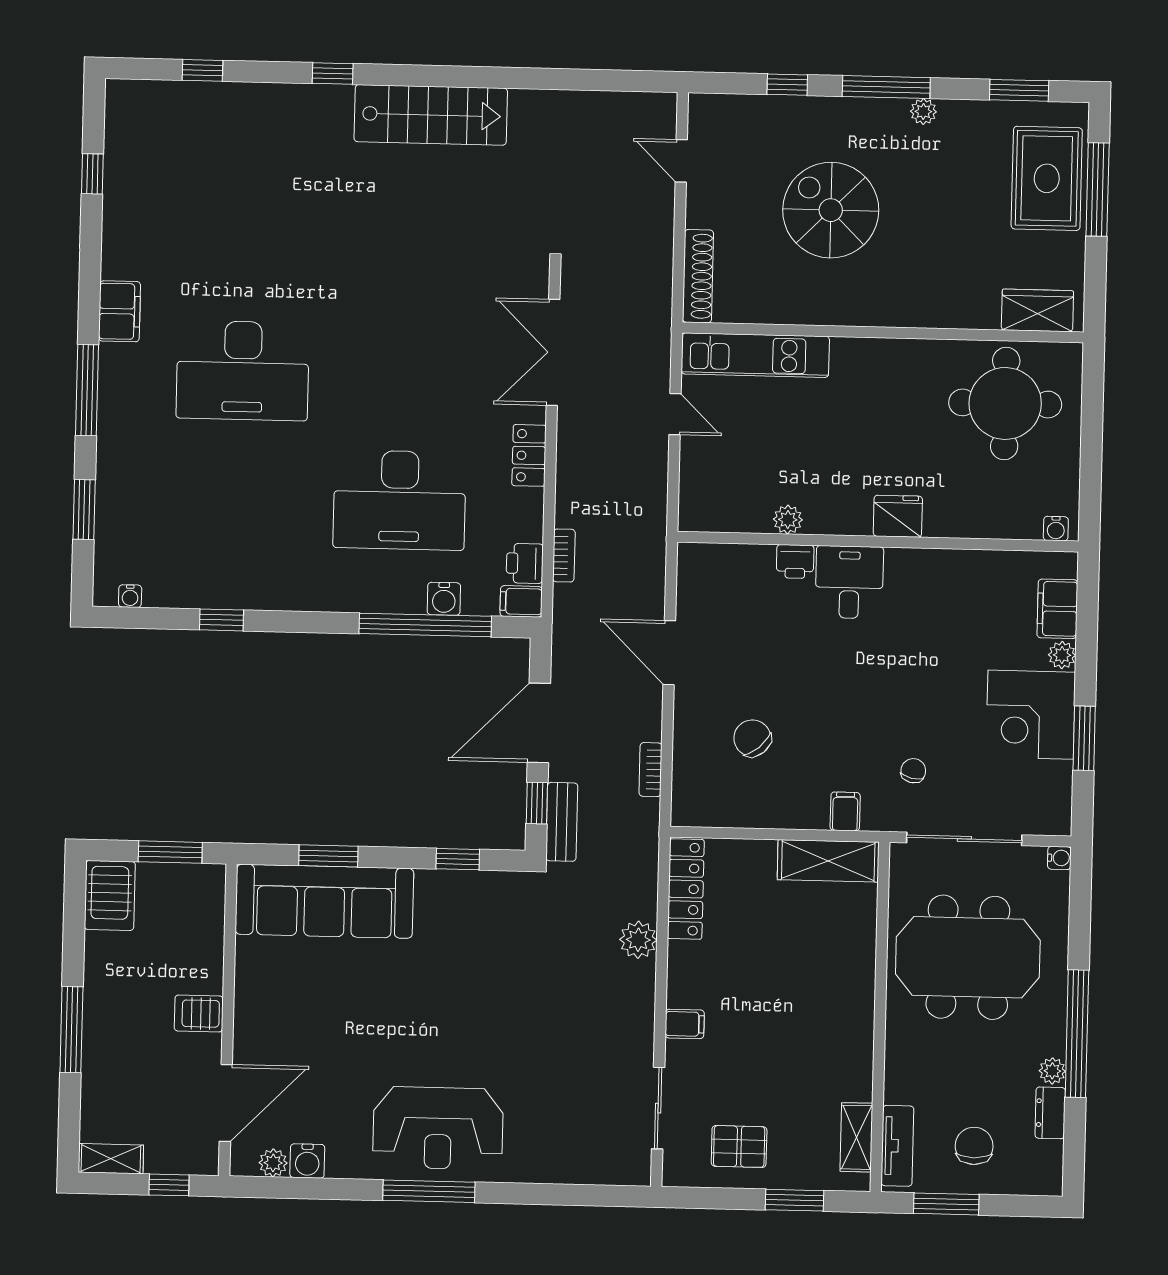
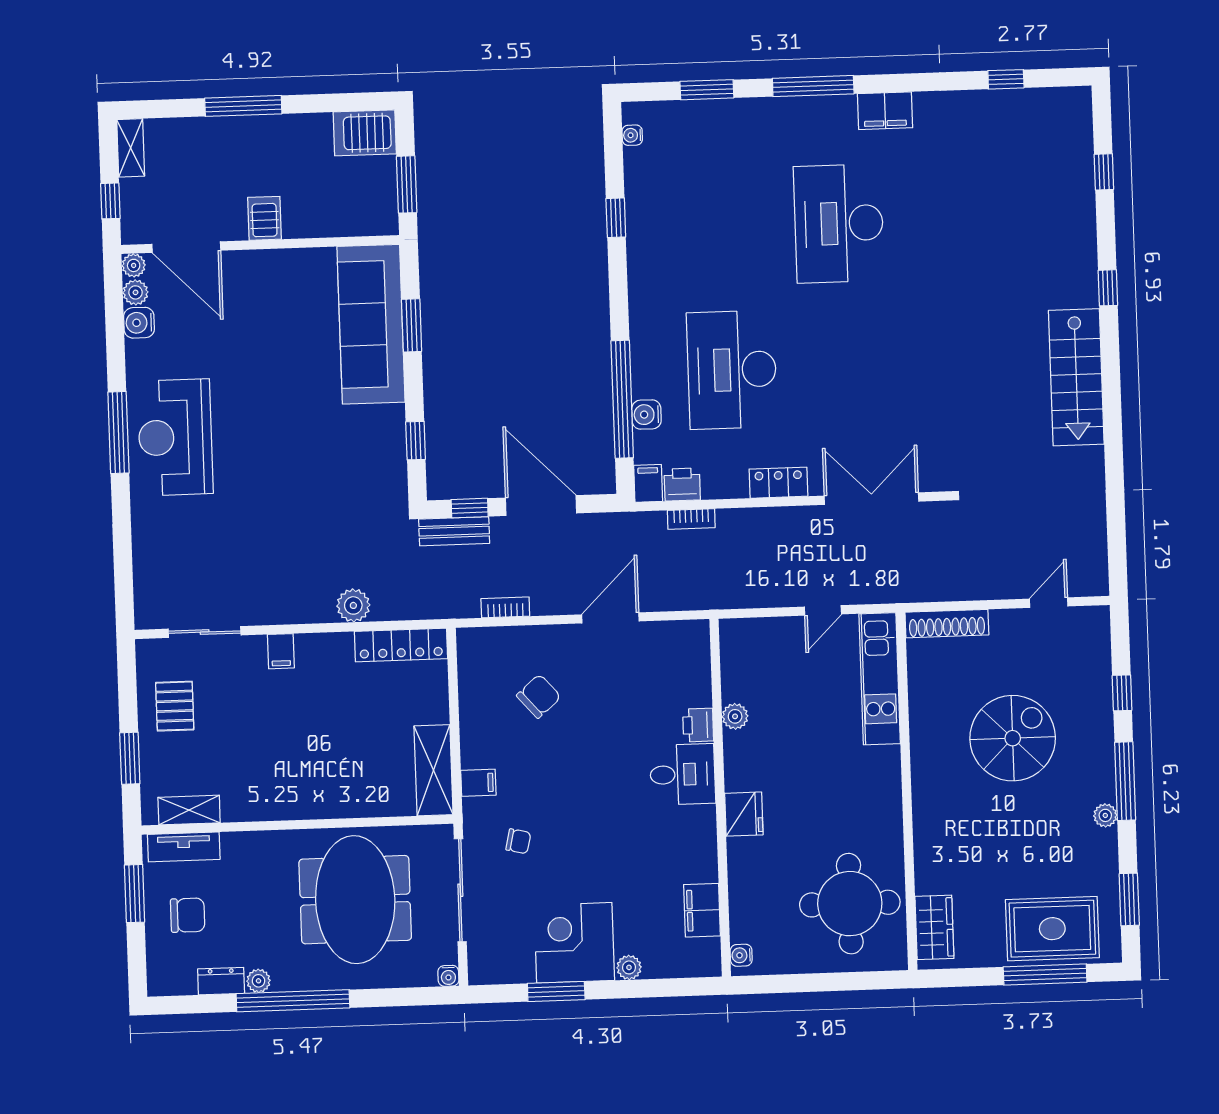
filing cabinet: (1057, 609) -> (702, 910), moved, turned -90
plant: (243, 1163) -> (134, 265), added

